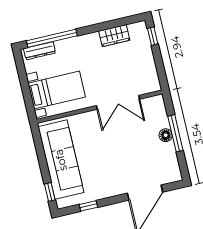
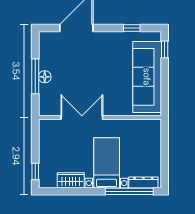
bed with nightstands: (57, 90) -> (107, 163), moved, turned 90

